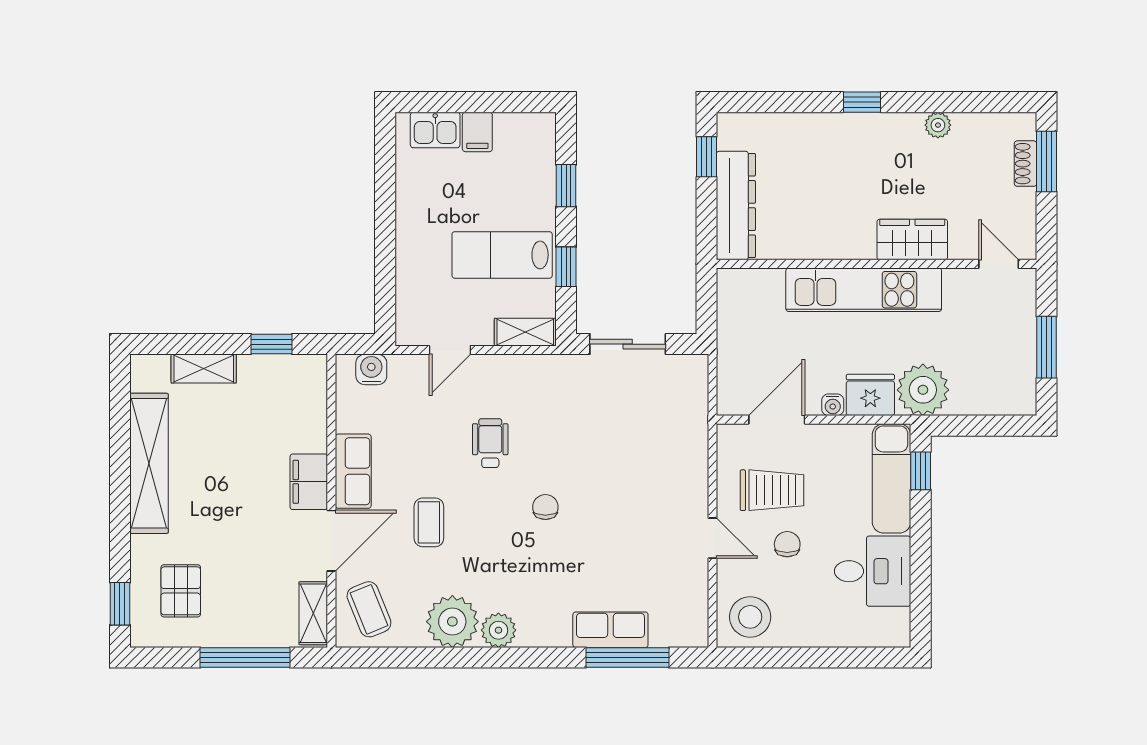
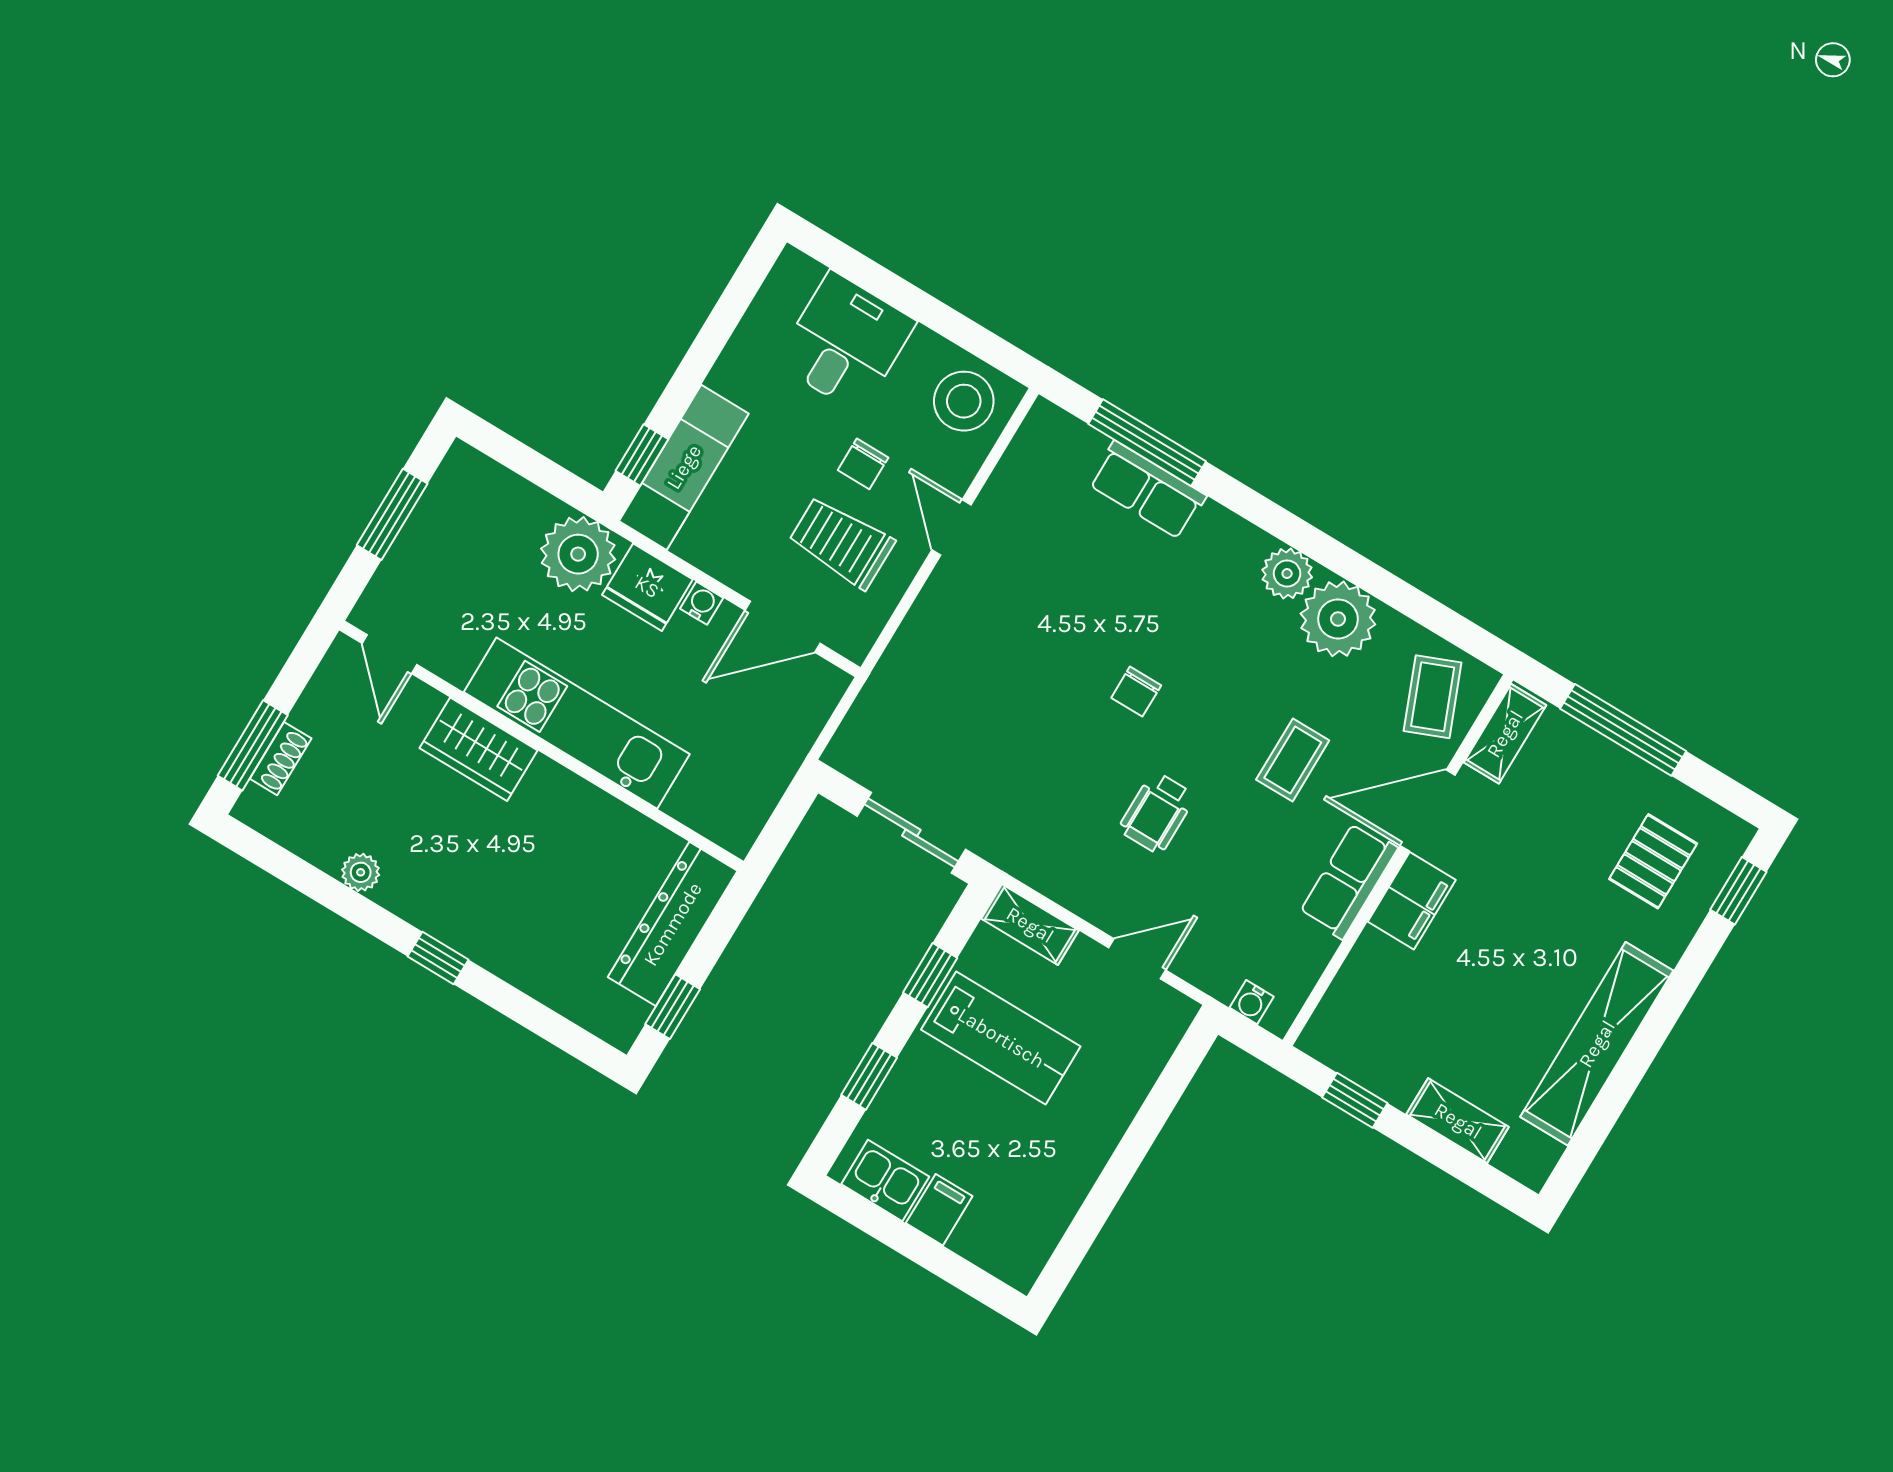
kitchen sink: (435, 130) -> (885, 1180), moved
water cooler: (371, 369) -> (1252, 1002), width x0.72, depth x0.72
desk: (873, 571) -> (845, 342), moved, turned 90

